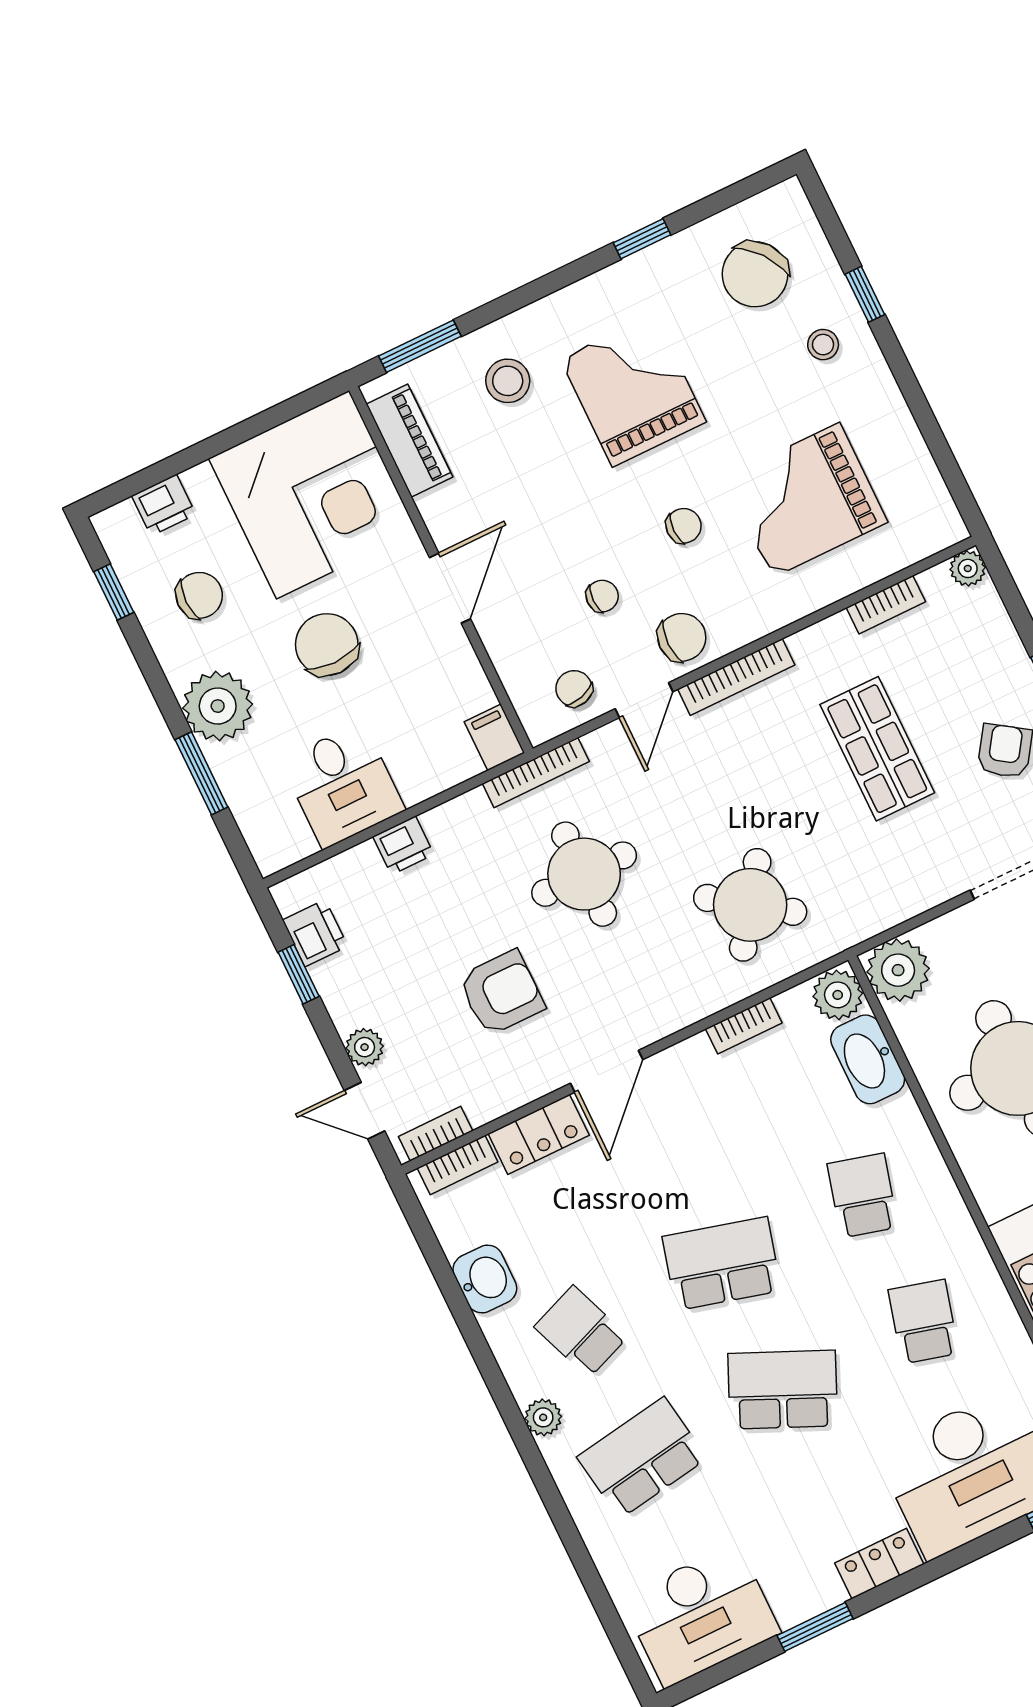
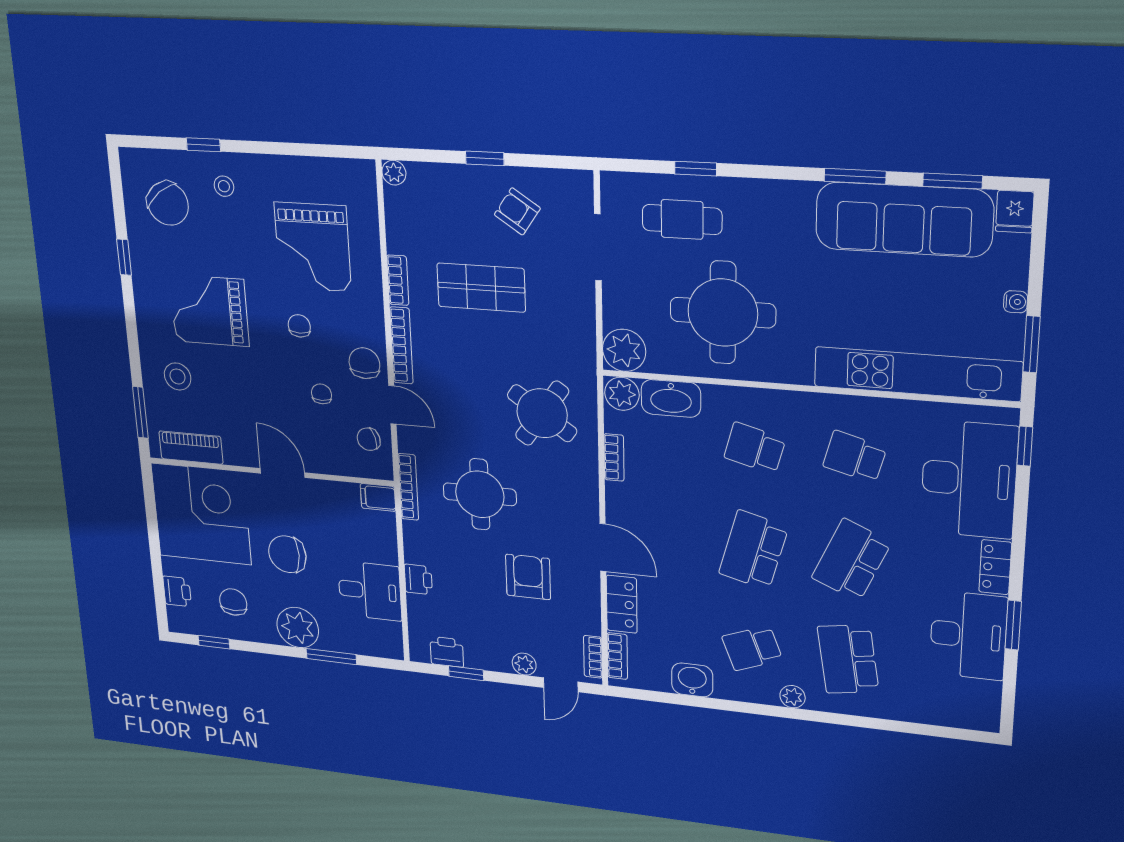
bookcase: (886, 605) -> (398, 280), moved
desk: (701, 1615) -> (968, 635), moved

